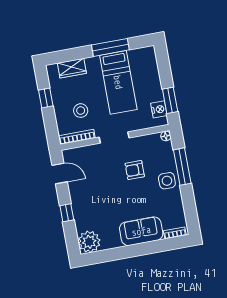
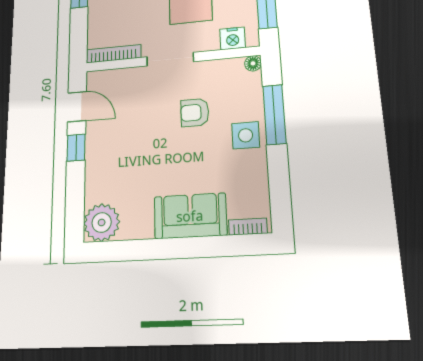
nightstand: (159, 109) -> (233, 38), moved, turned 90
stool: (81, 111) -> (126, 16), removed
window: (67, 213) -> (76, 148), moved

